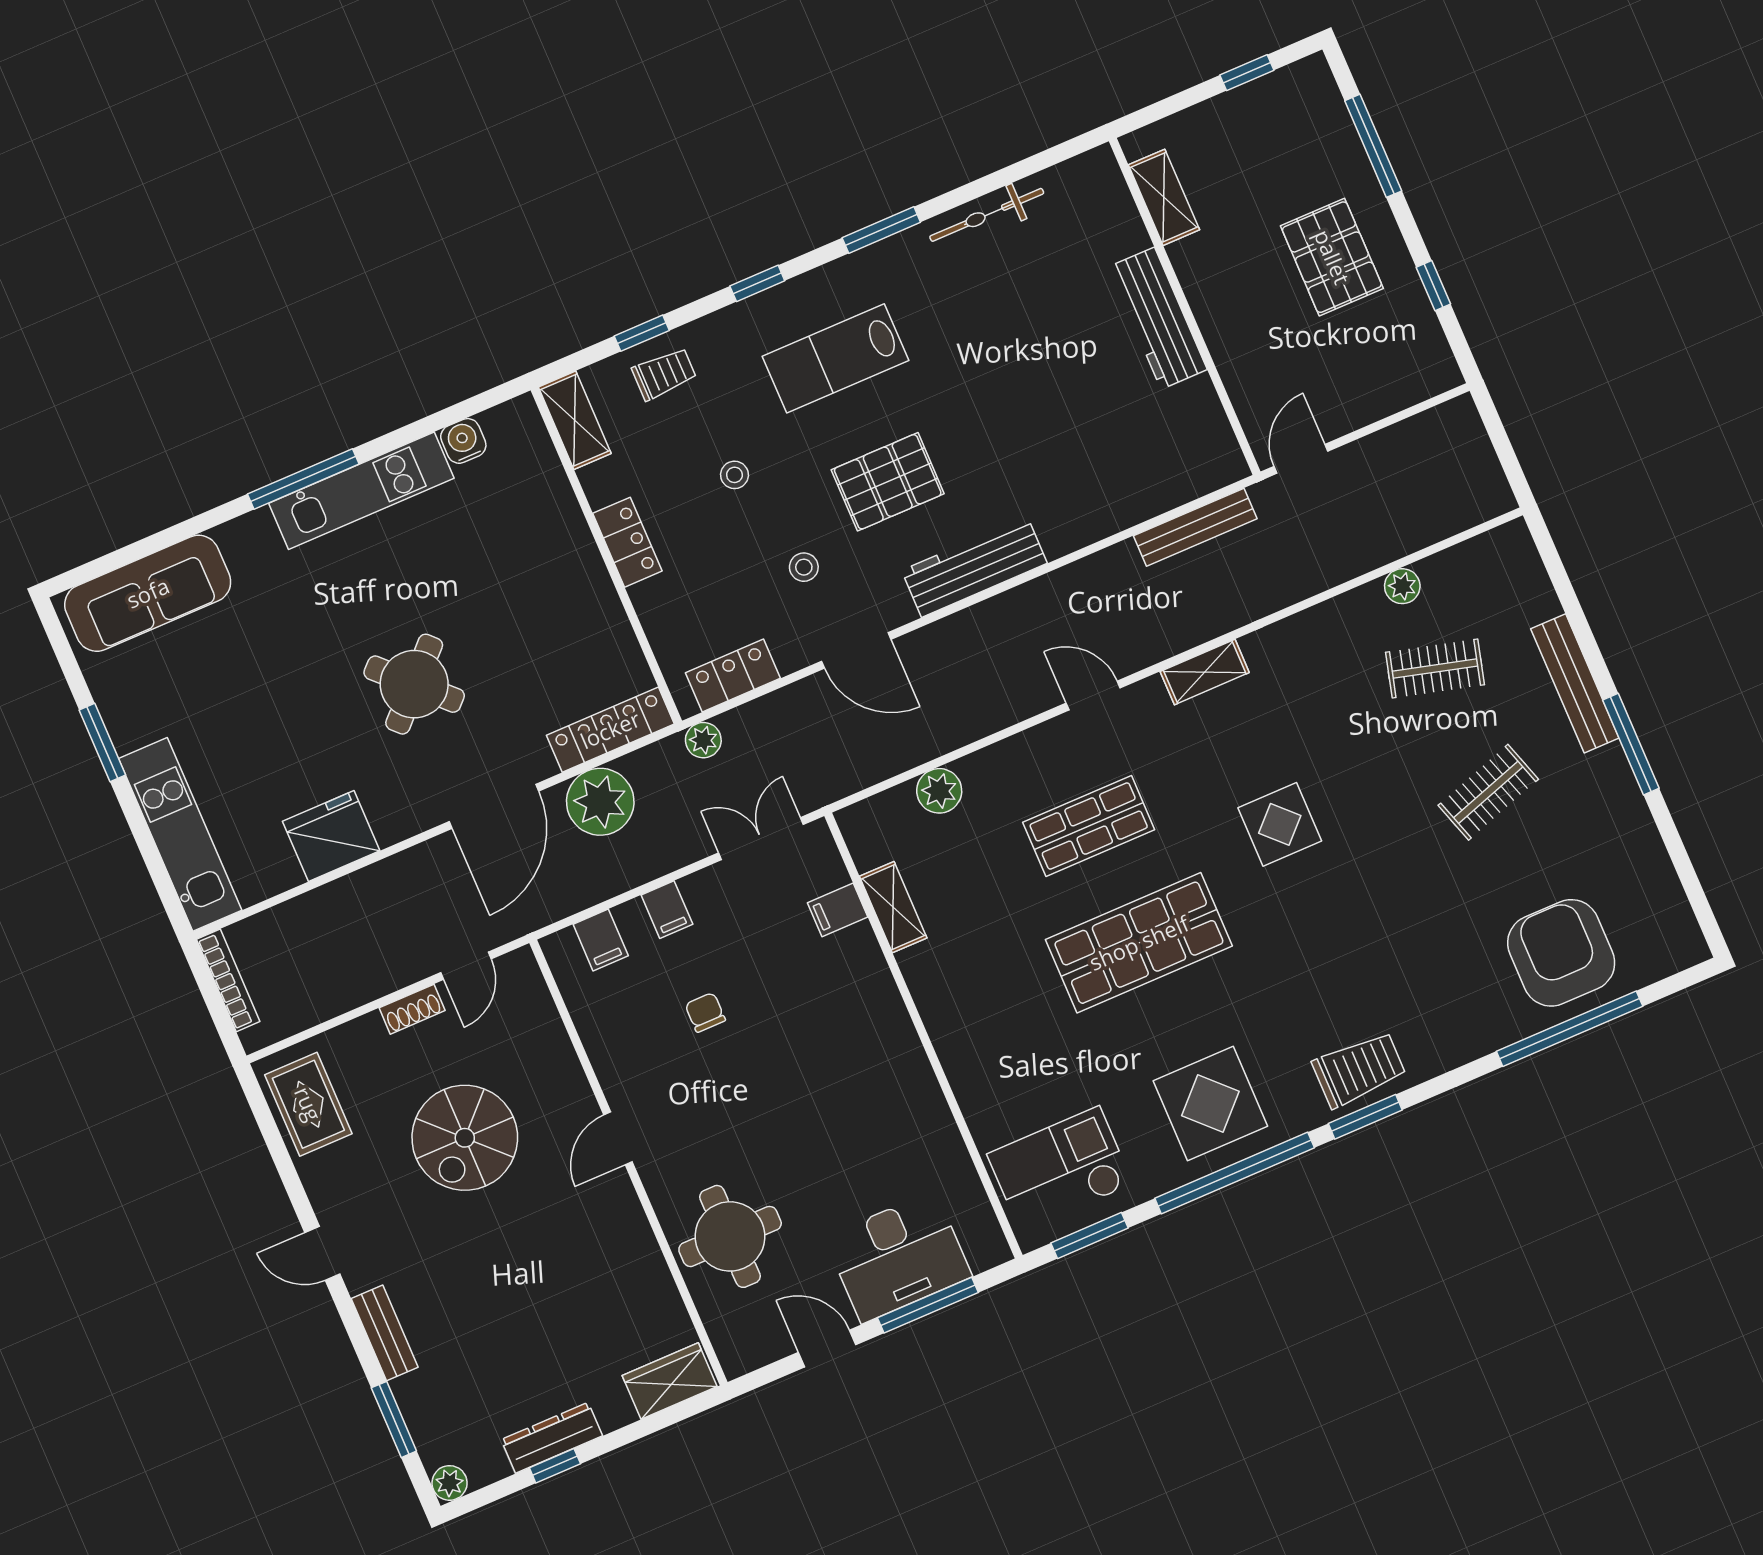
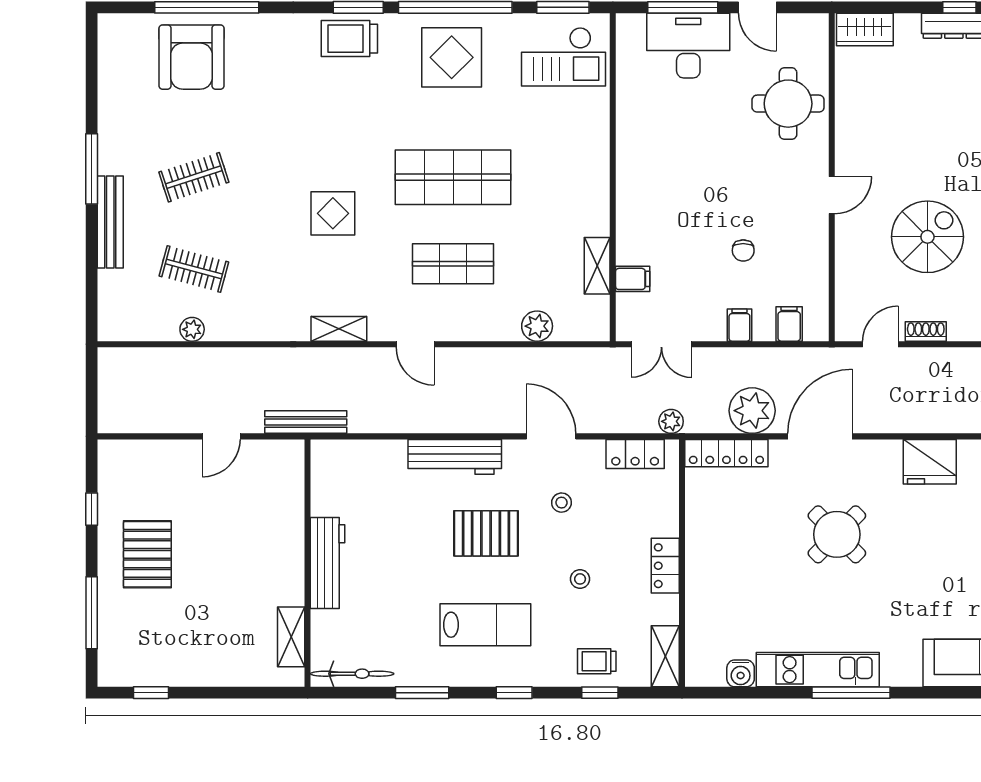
shelving: (1164, 197) -> (291, 637), moved
wall: (1185, 306) -> (308, 563), moved
workbench: (1158, 318) -> (328, 563), moved

